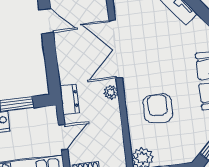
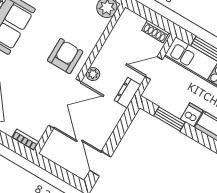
armchair: (158, 108) -> (65, 56), moved, turned 180

